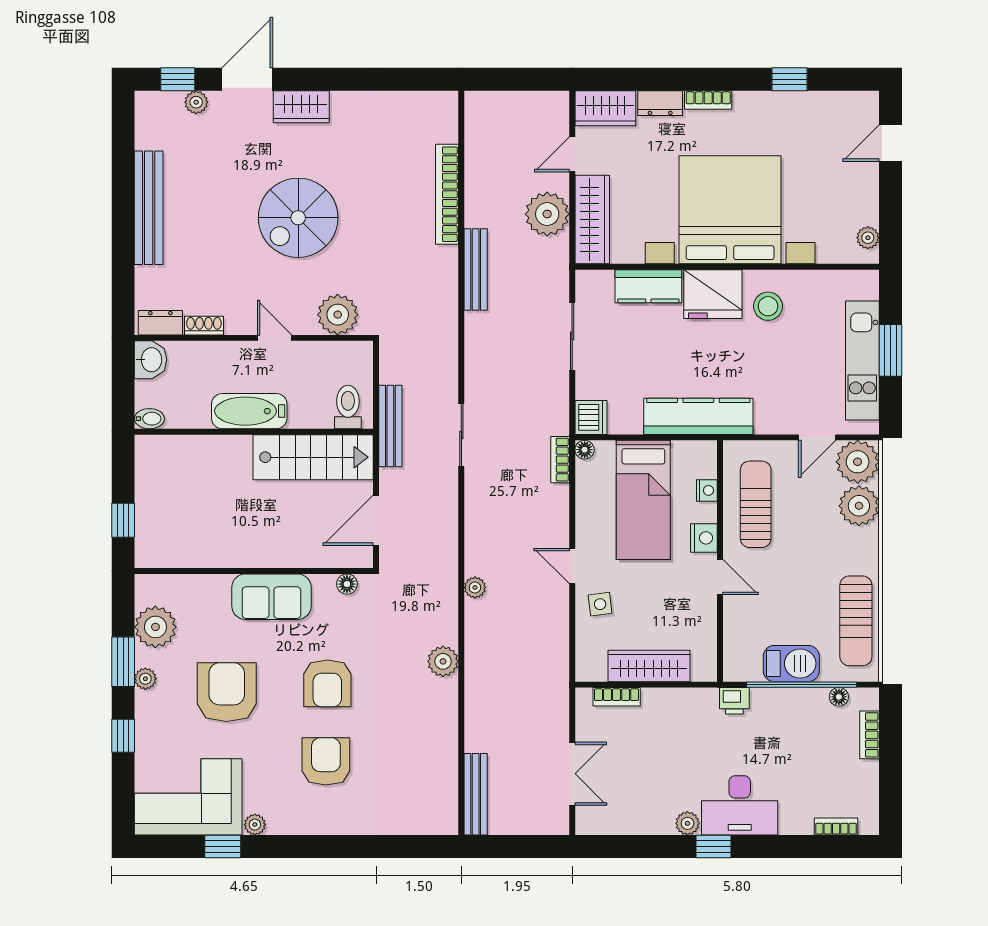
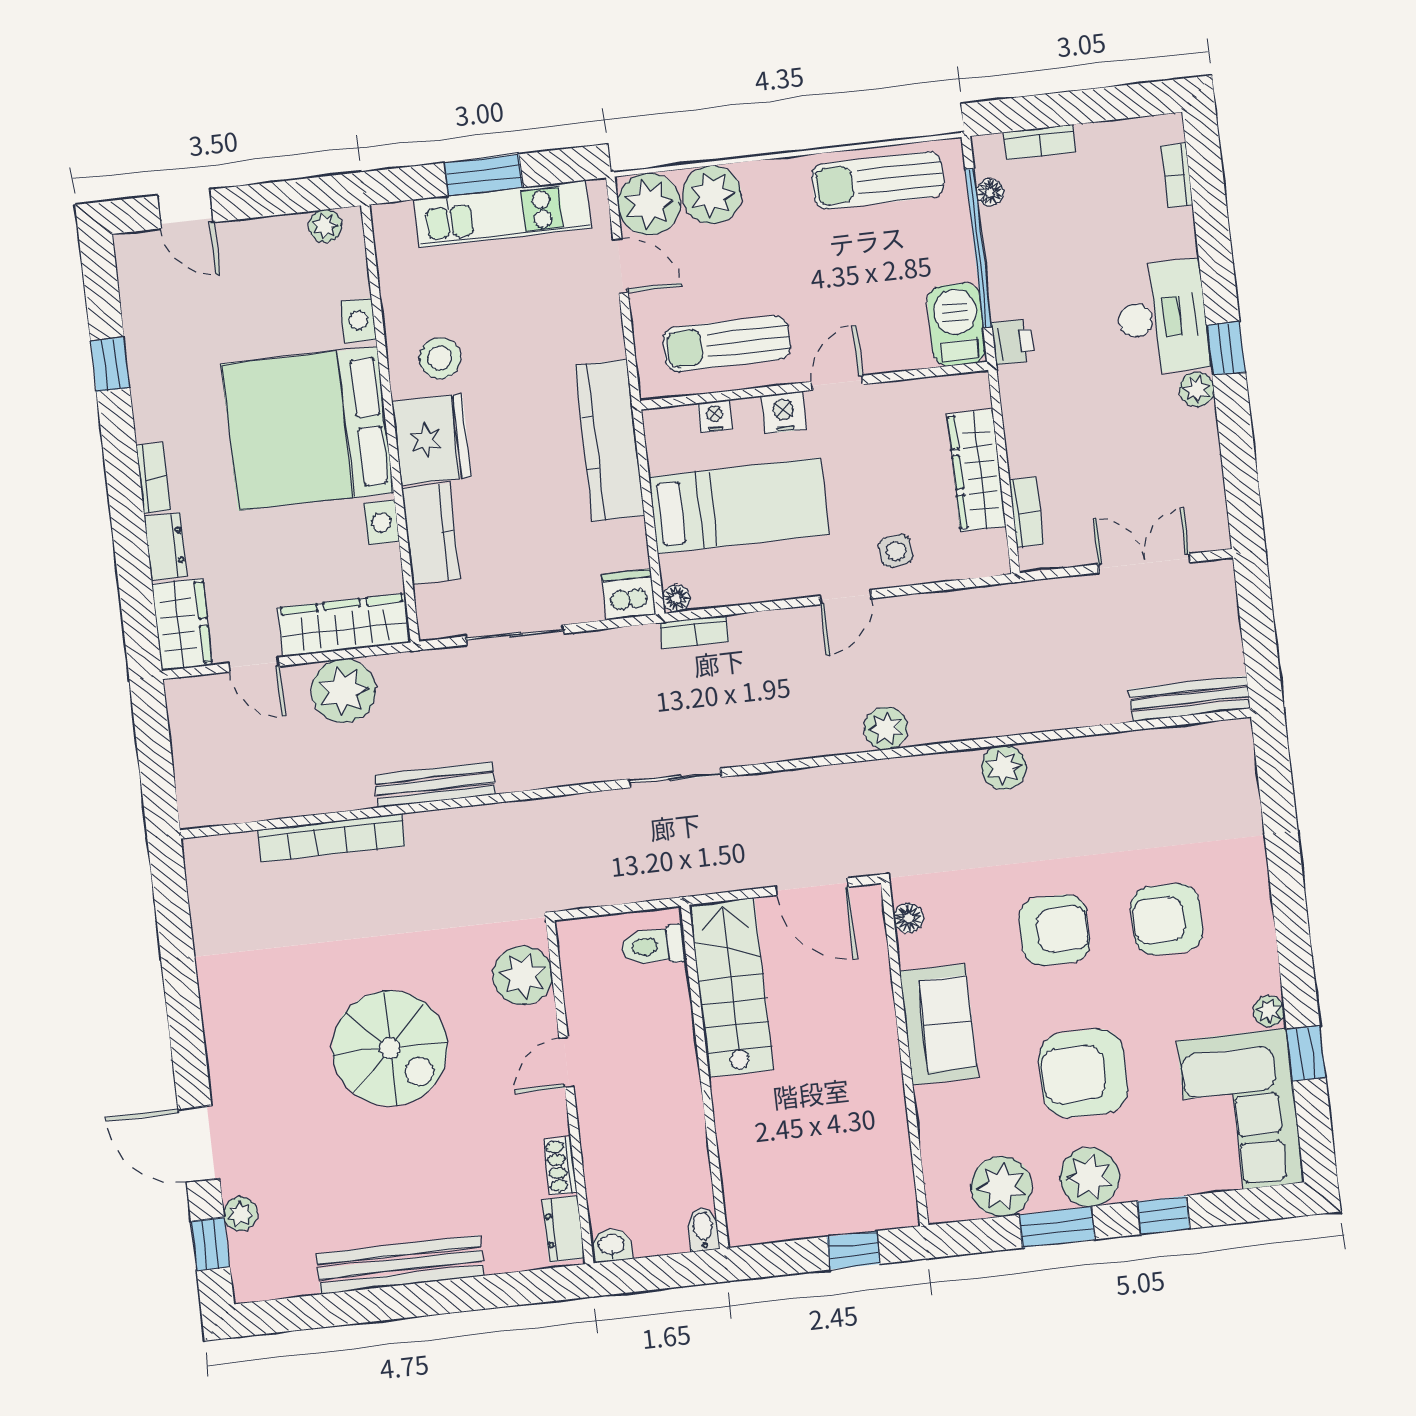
wardrobe: (301, 107) -> (230, 1062), removed
washbasin: (151, 360) -> (611, 1245), width x0.72, depth x0.69
bathtub: (249, 411) -> (676, 1087), removed
bench: (390, 426) -> (674, 882), removed
plant: (475, 587) -> (886, 728), width x1.38, depth x1.38
sun lounger: (856, 621) -> (878, 180), turned 180
barbecue: (791, 664) -> (957, 325), moved
plant: (145, 679) -> (1090, 1177), width x1.88, depth x1.88

